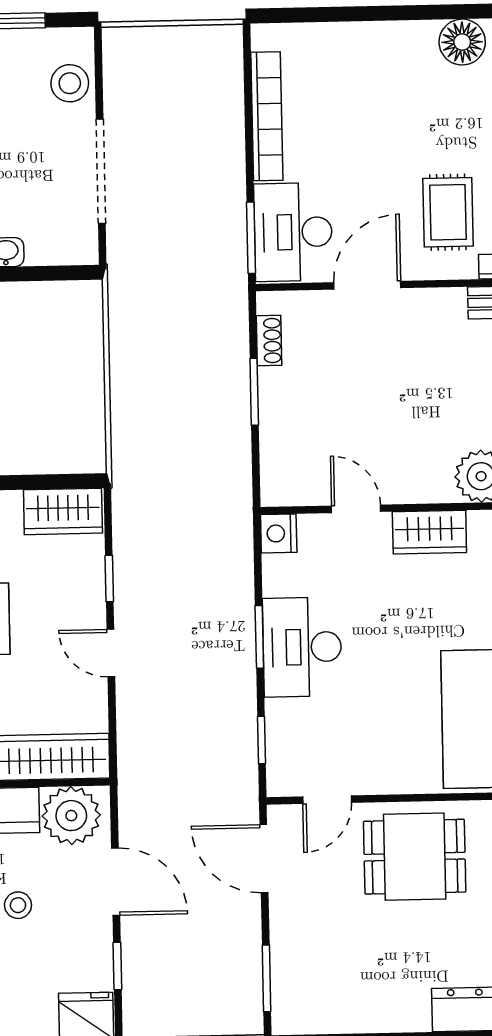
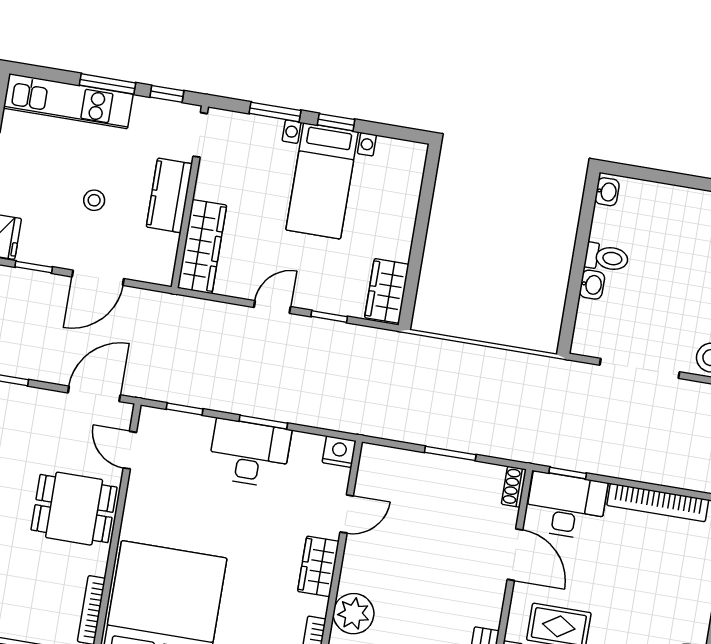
window: (251, 238) -> (568, 473), width x0.67
shoe rack: (269, 341) -> (514, 487), moved, turned 90
plant: (71, 816) -> (155, 254), removed
dining table: (415, 857) -> (74, 509), turned 90

